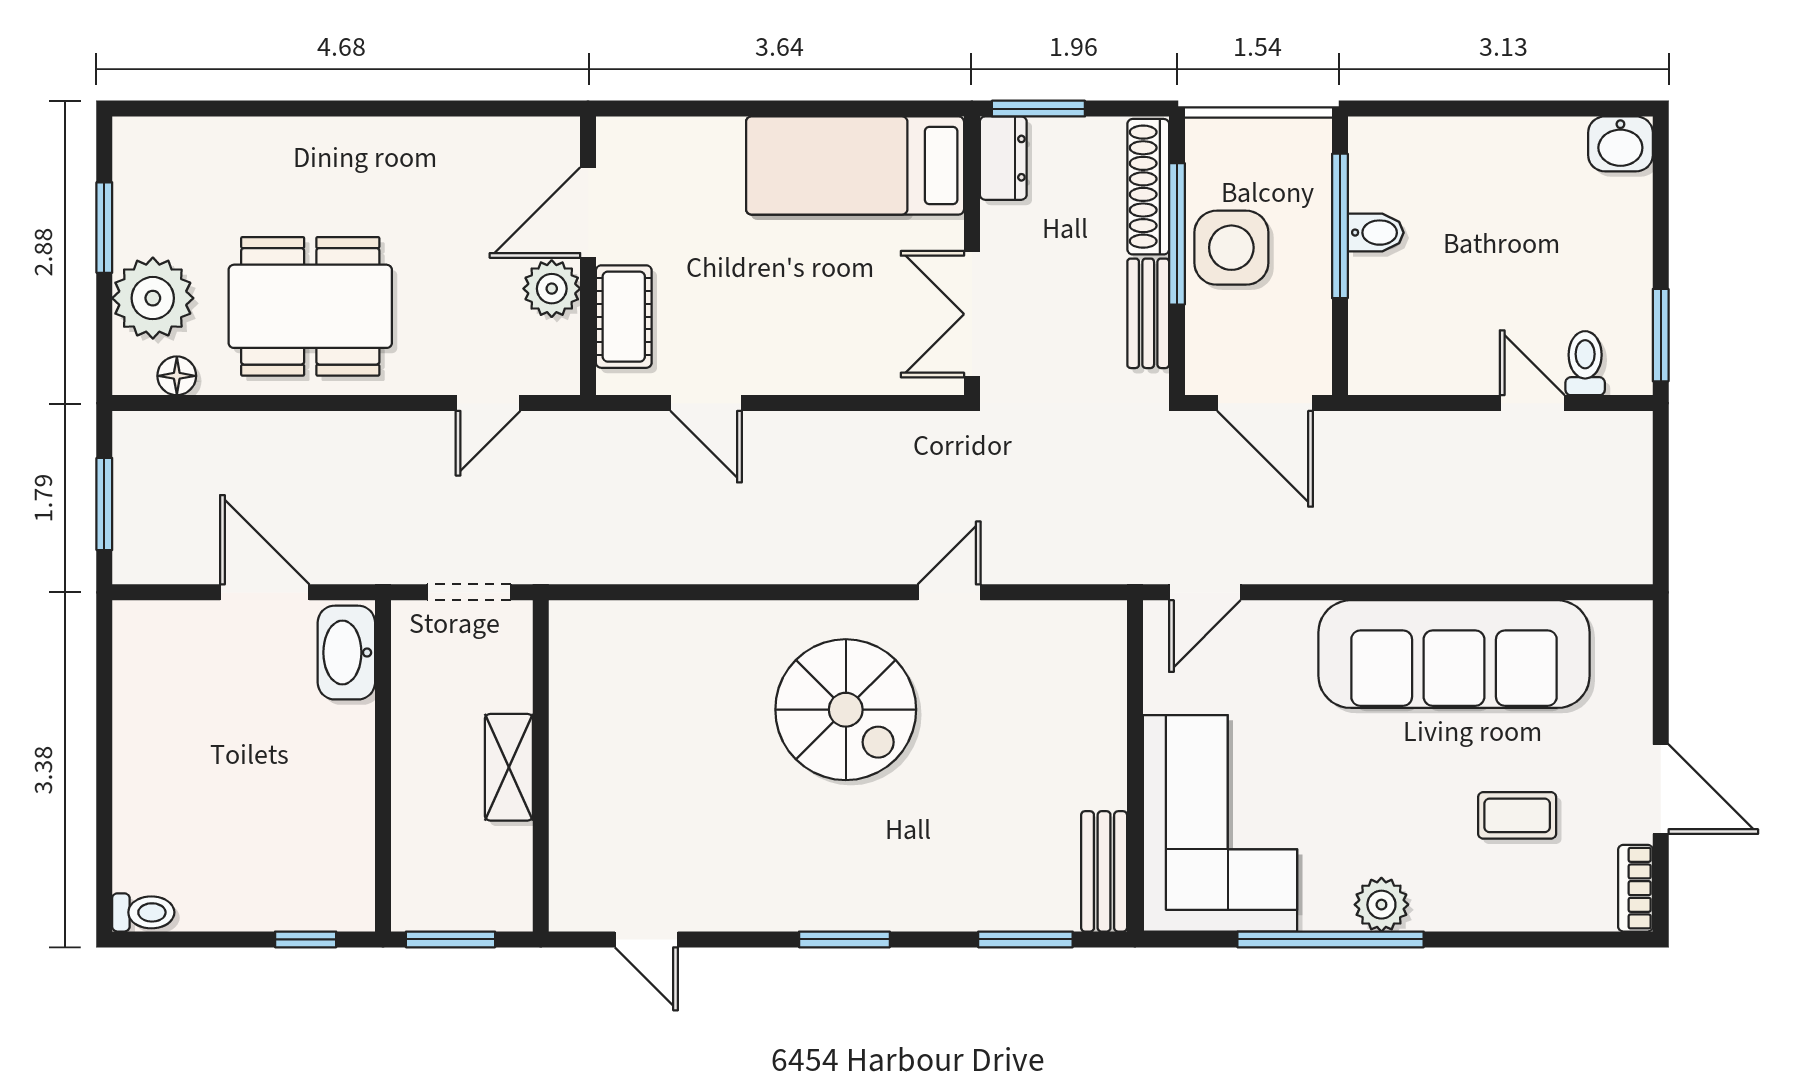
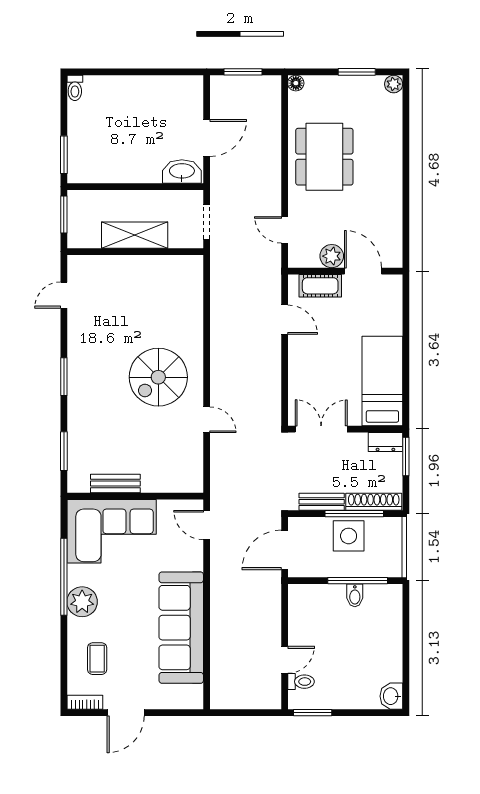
plant: (153, 298) -> (394, 84), moved, width x0.53, depth x0.53
floor lamp: (177, 376) -> (296, 83), moved
door: (706, 403) -> (285, 320), swing flipped
shelving: (509, 767) -> (135, 235), width x1.50, depth x1.33
coffee table: (1517, 815) -> (97, 659), moved
bench: (1104, 871) -> (115, 484), moved
plant: (1381, 905) -> (82, 602), width x1.36, depth x1.36
window: (306, 939) -> (64, 155), width x1.50

